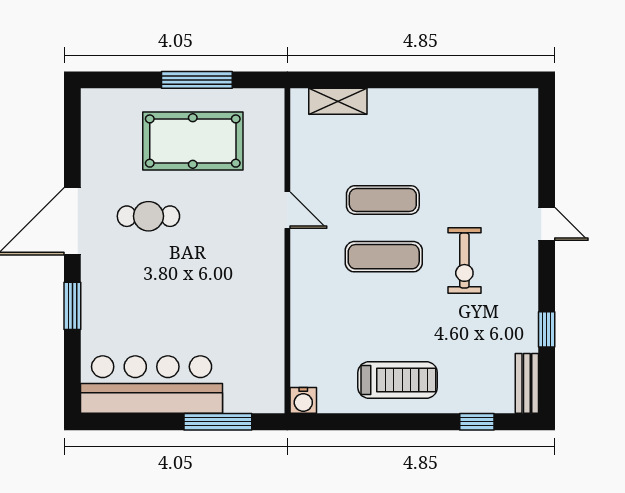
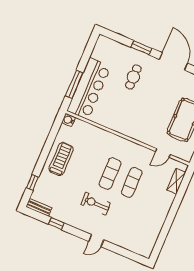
door: (287, 210) -> (163, 153), moved
cafe table: (148, 216) -> (133, 77), moved
treadmill: (398, 380) -> (61, 159), turned 180
bar counter: (152, 385) -> (89, 89), moved

